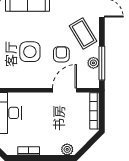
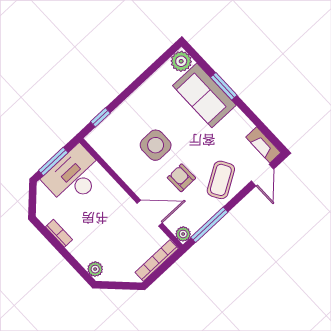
armchair: (61, 54) -> (181, 178), turned -91
plant: (93, 63) -> (183, 234), moved

